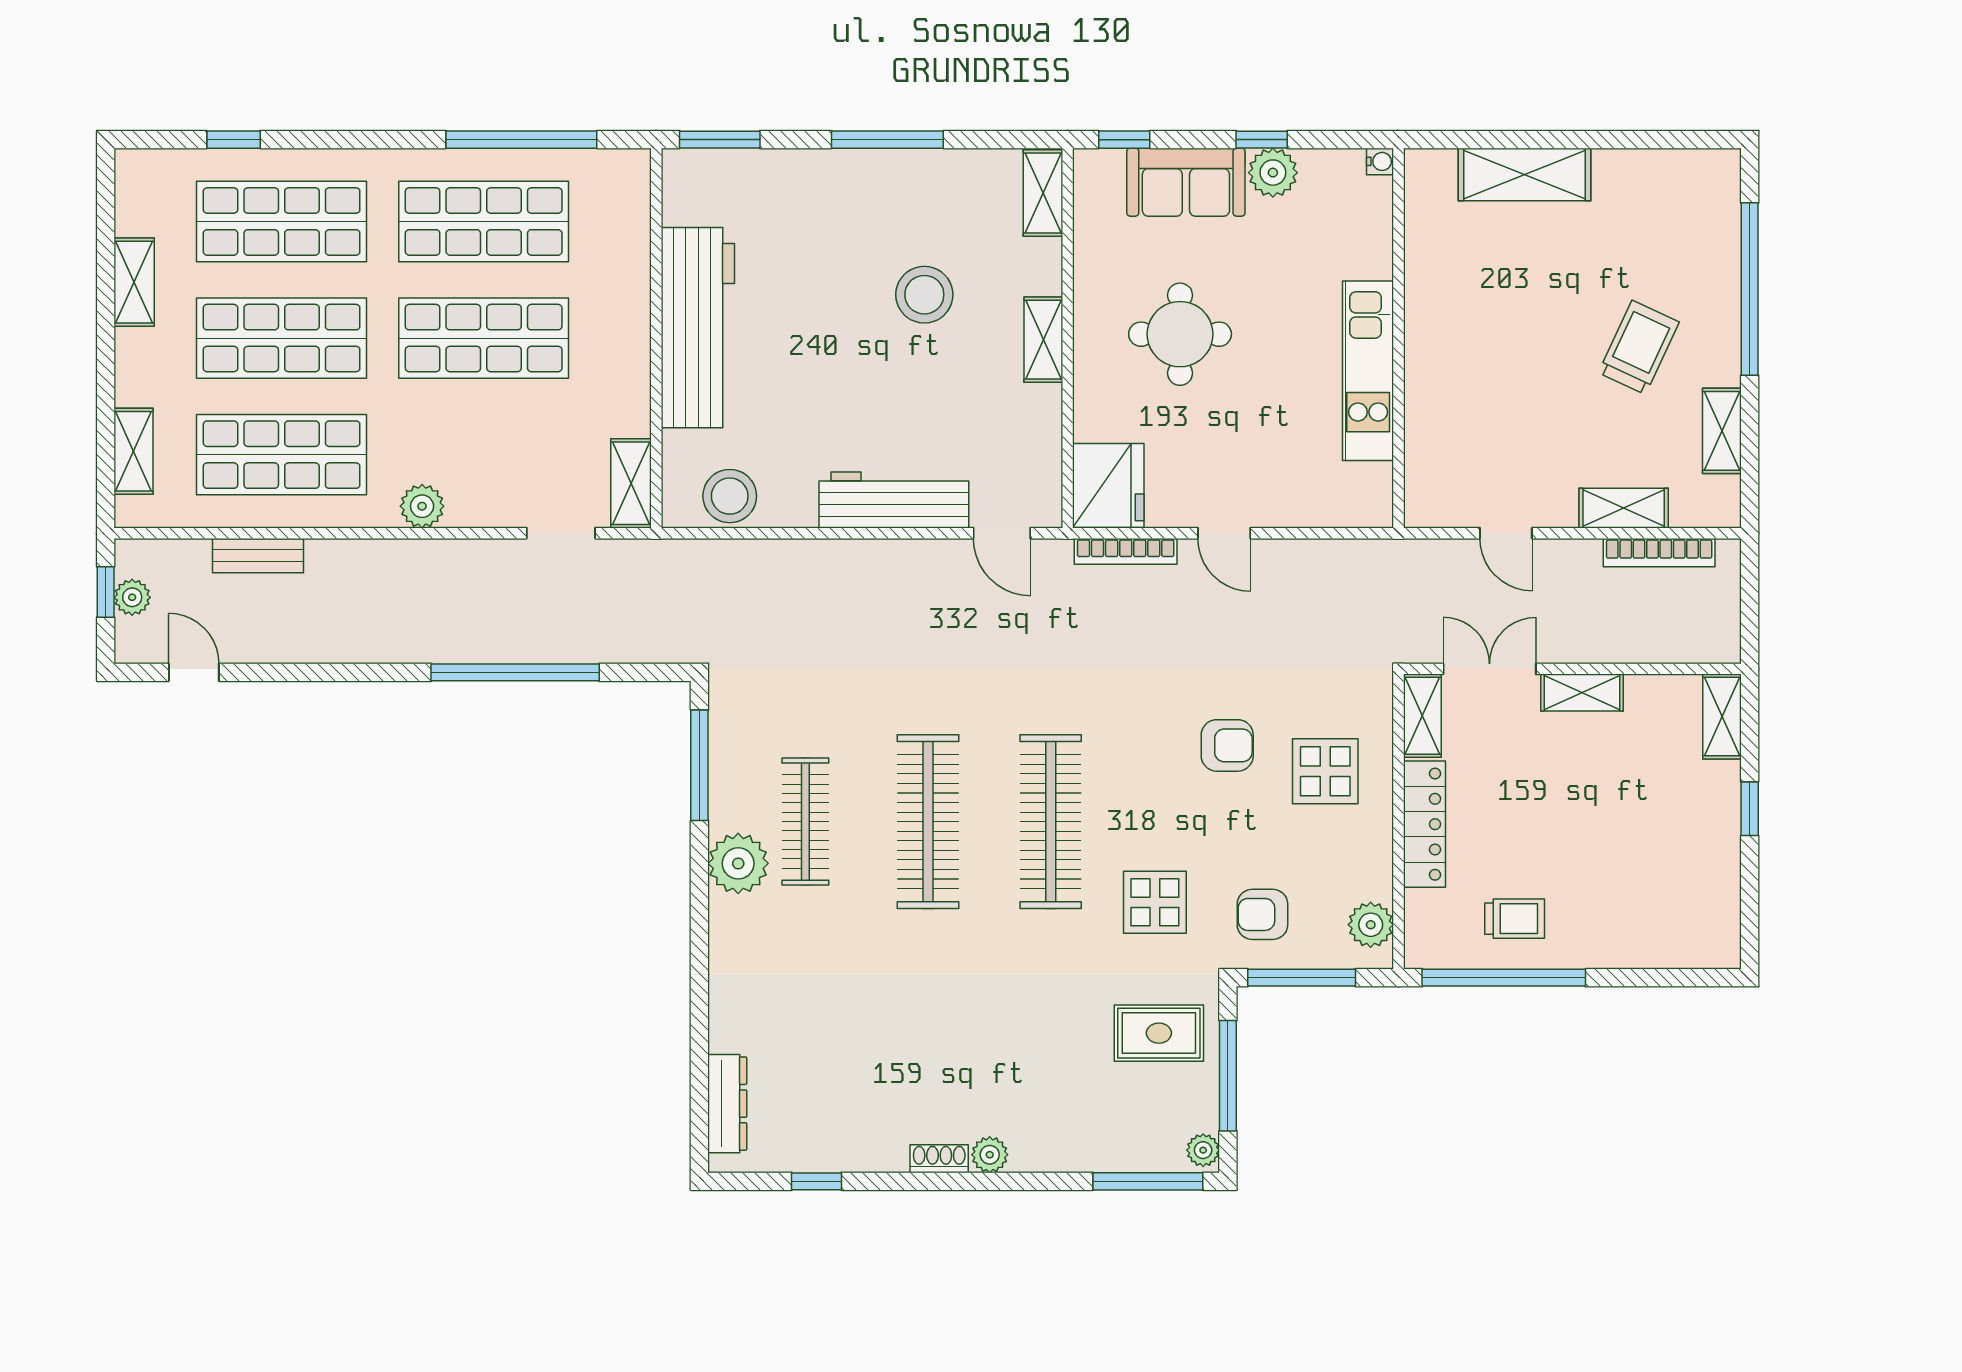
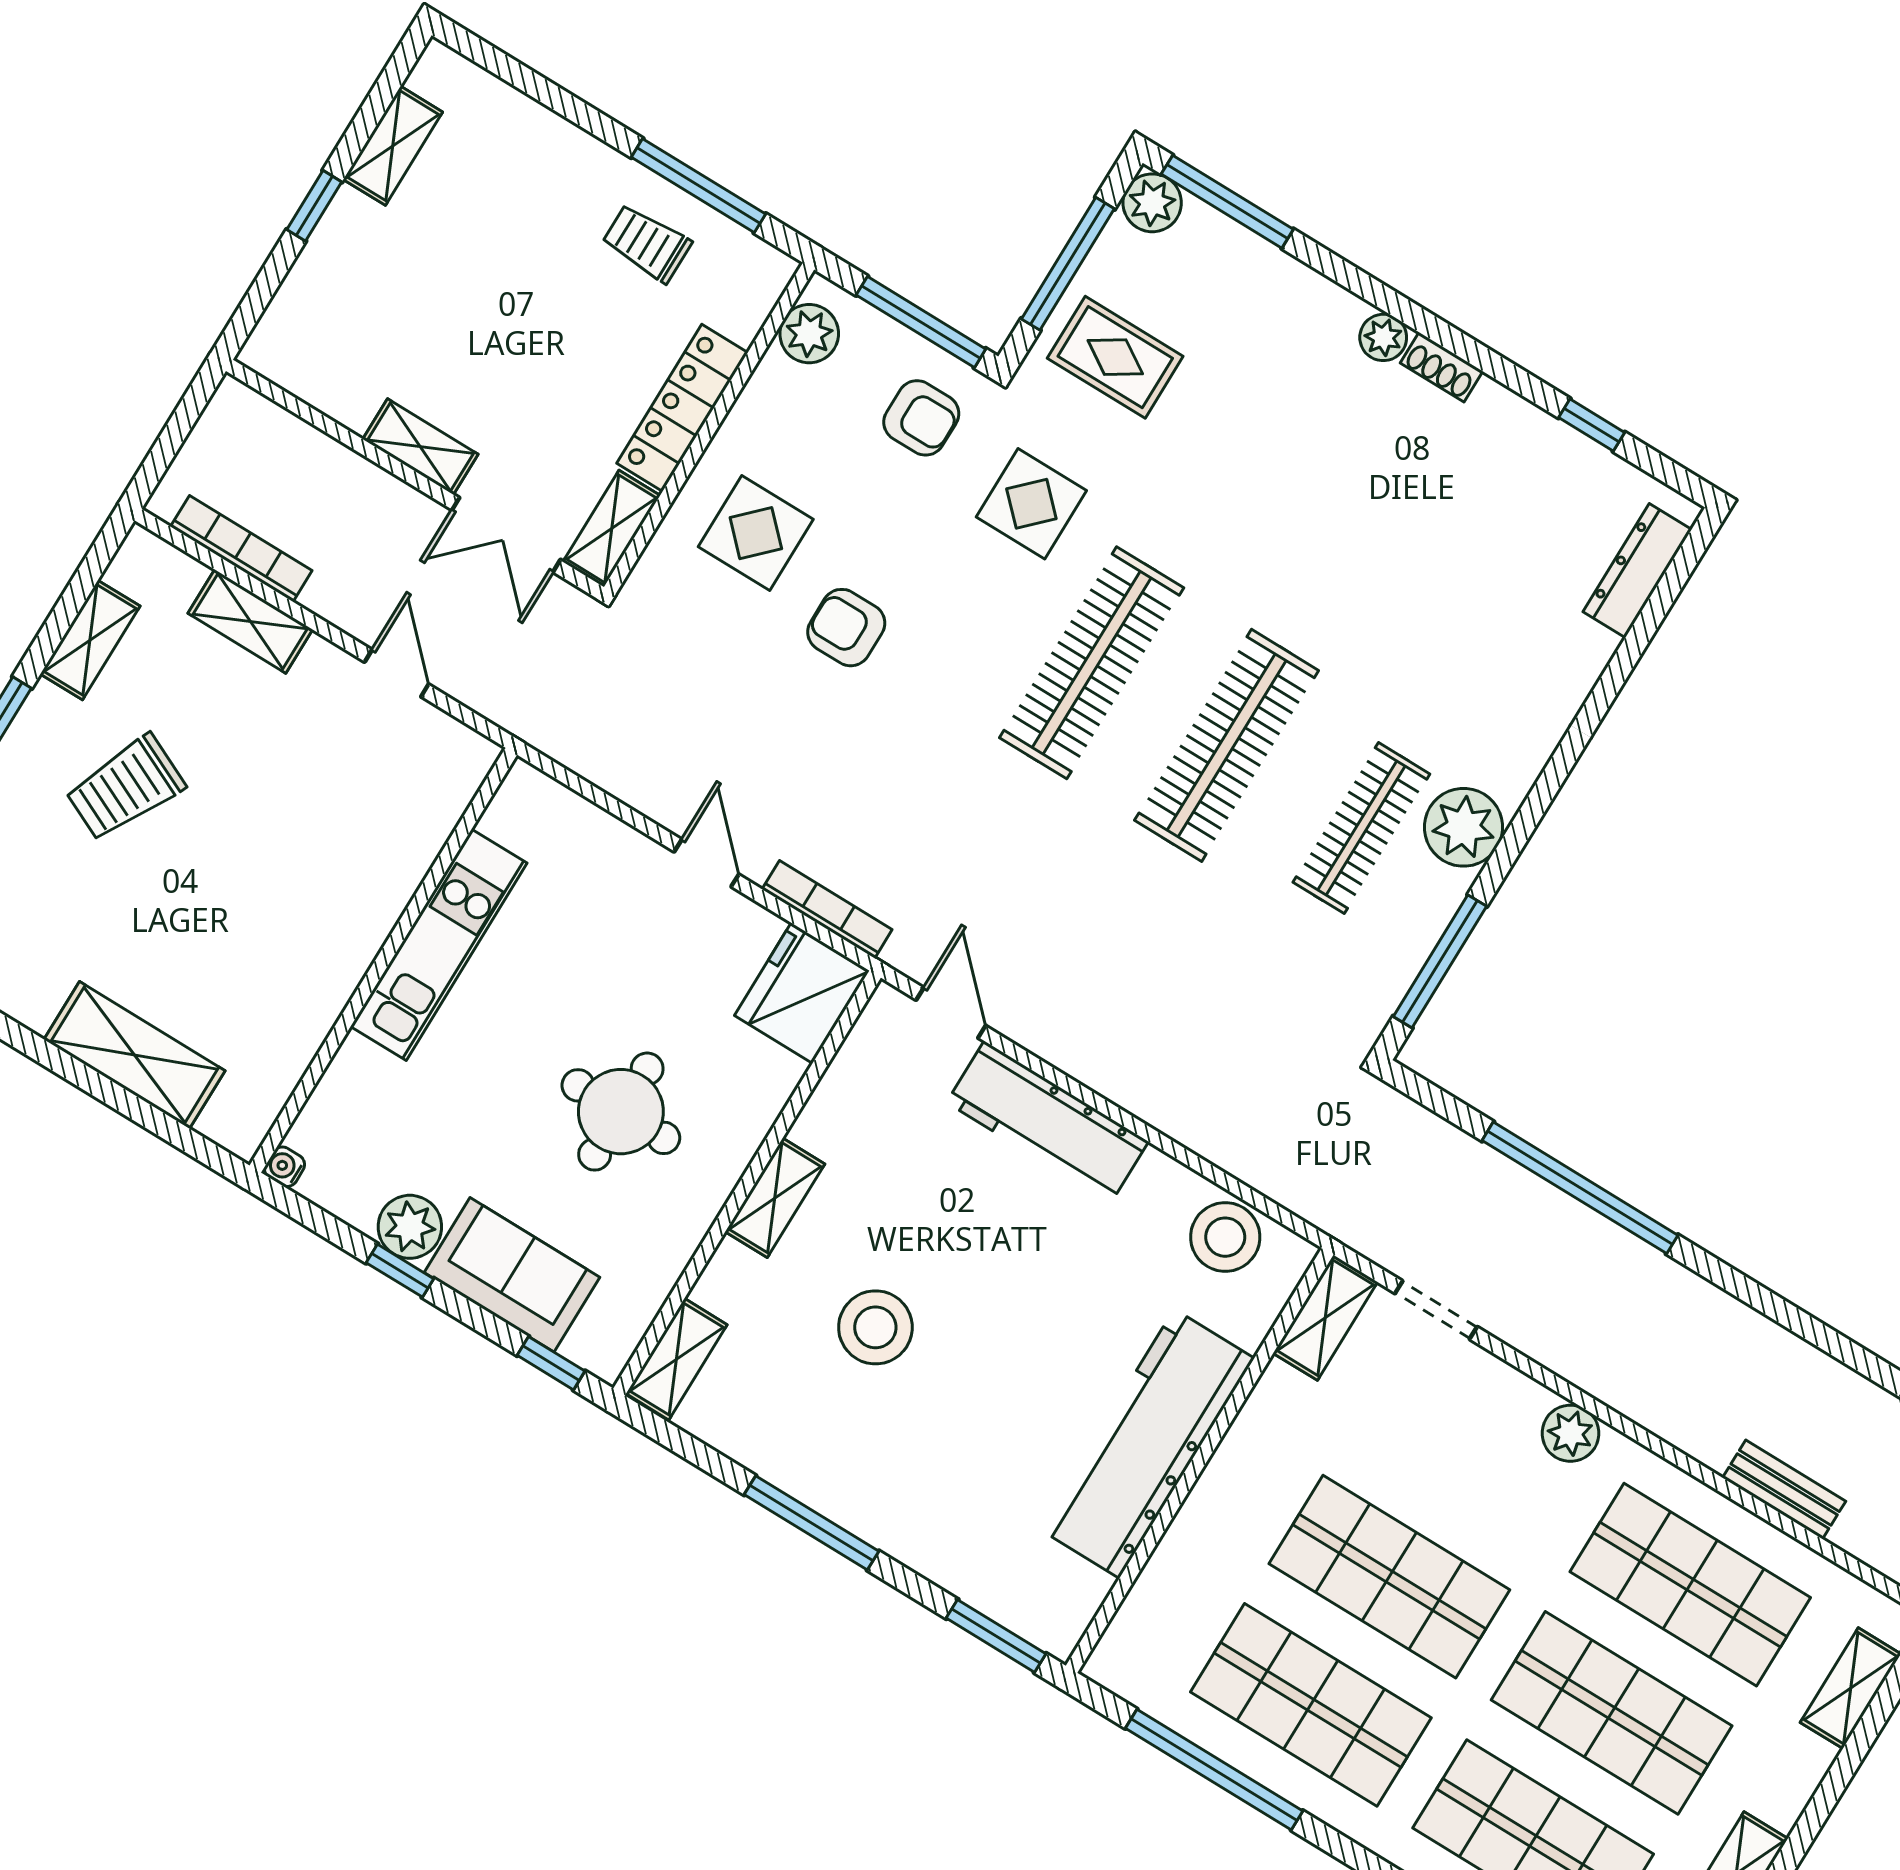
shelving: (1722, 717) -> (393, 146), moved
window: (1504, 978) -> (698, 186), width x0.68
plant: (1203, 1150) -> (1152, 203), width x1.38, depth x1.38

